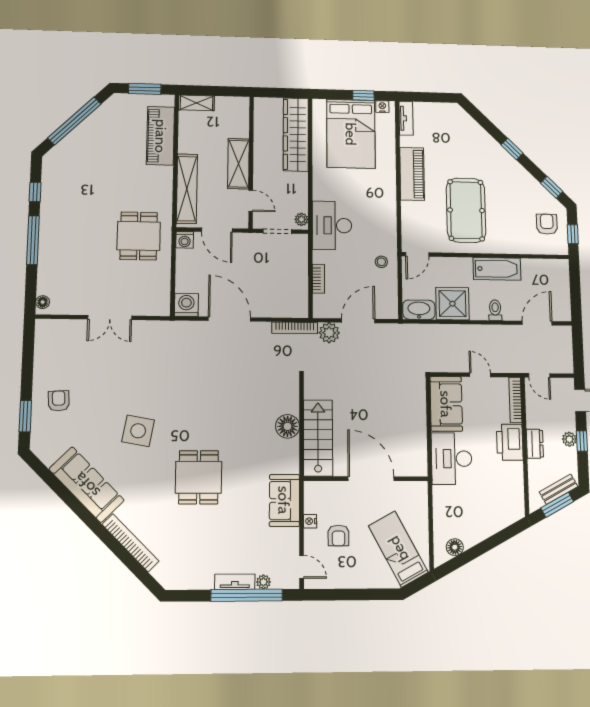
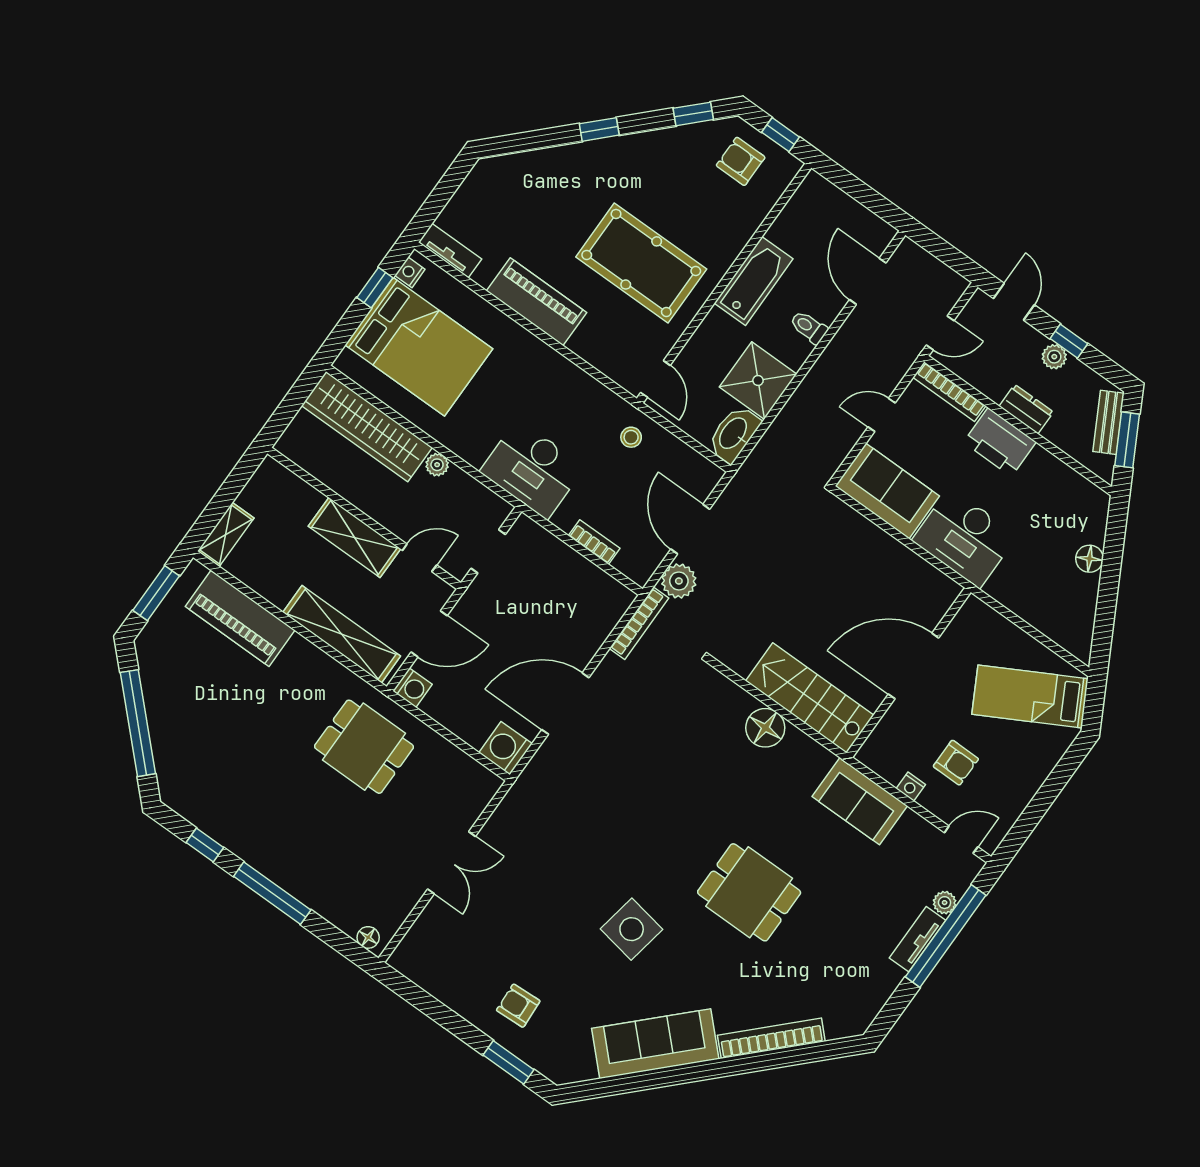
plant: (301, 219) -> (437, 465), moved
floor lamp: (455, 547) -> (1090, 559), moved

